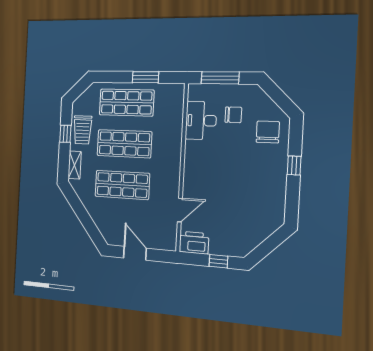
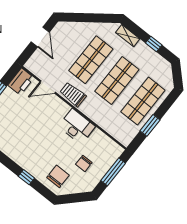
desk: (201, 120) -> (77, 126), moved
trolley: (83, 130) -> (73, 94), moved
chair: (268, 132) -> (58, 176), turned -90
door: (180, 210) -> (48, 87), hinge flipped
door: (135, 253) -> (40, 37), hinge flipped

